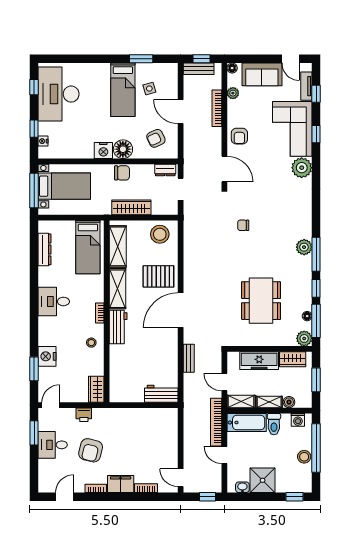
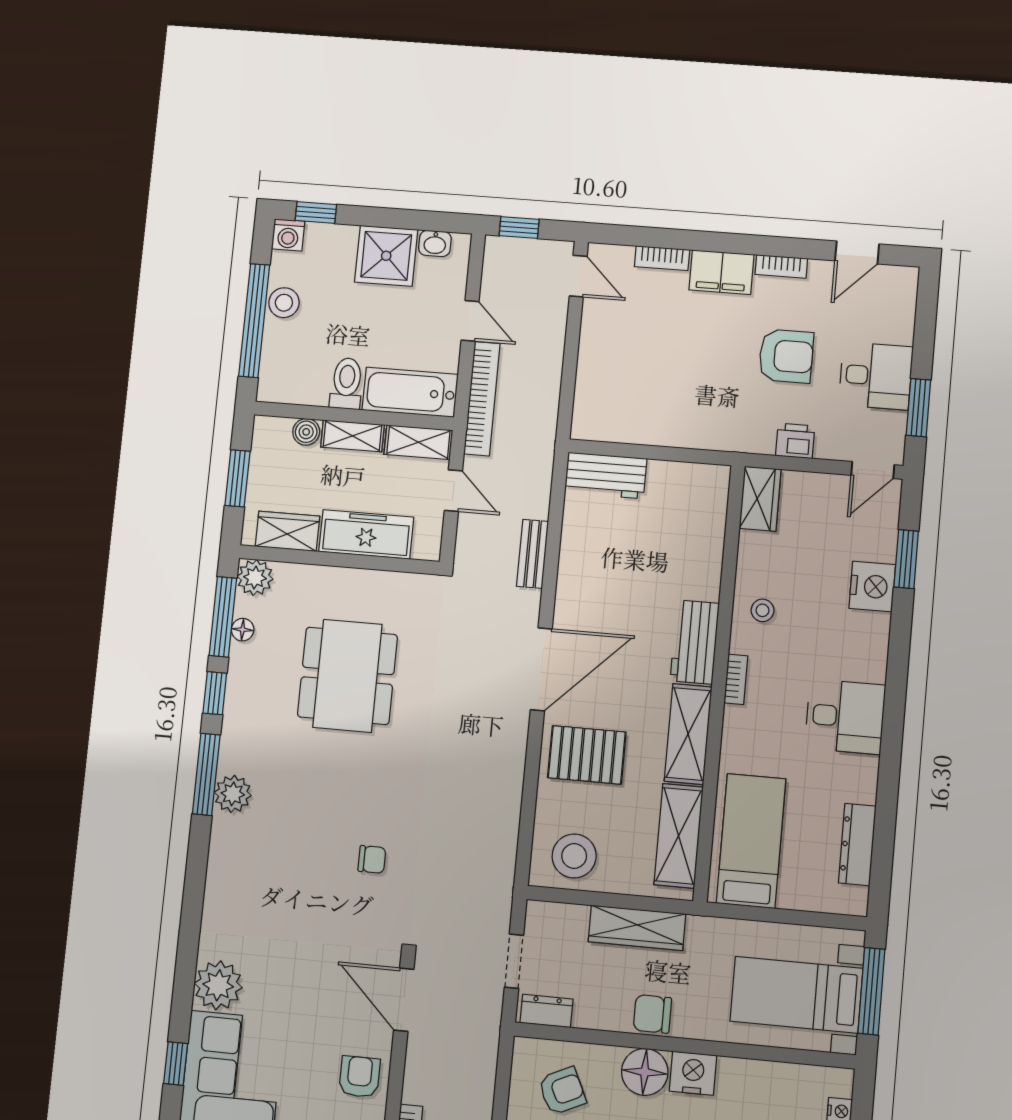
washing machine: (298, 420) -> (288, 235), moved, turned 180
armchair: (91, 450) -> (786, 356), turned 76

